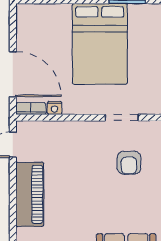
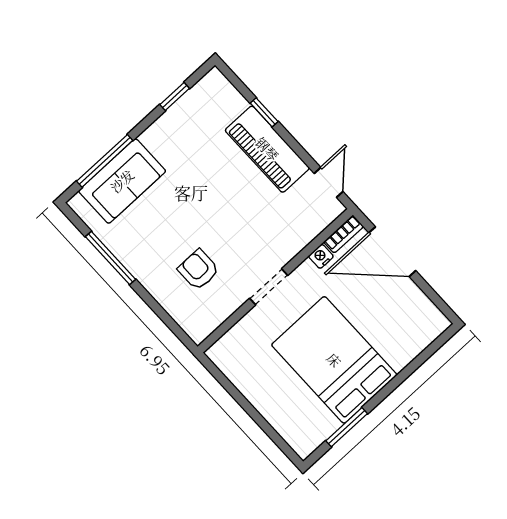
doorway: (122, 118) -> (269, 287), moved
window: (13, 216) -> (264, 112), added

